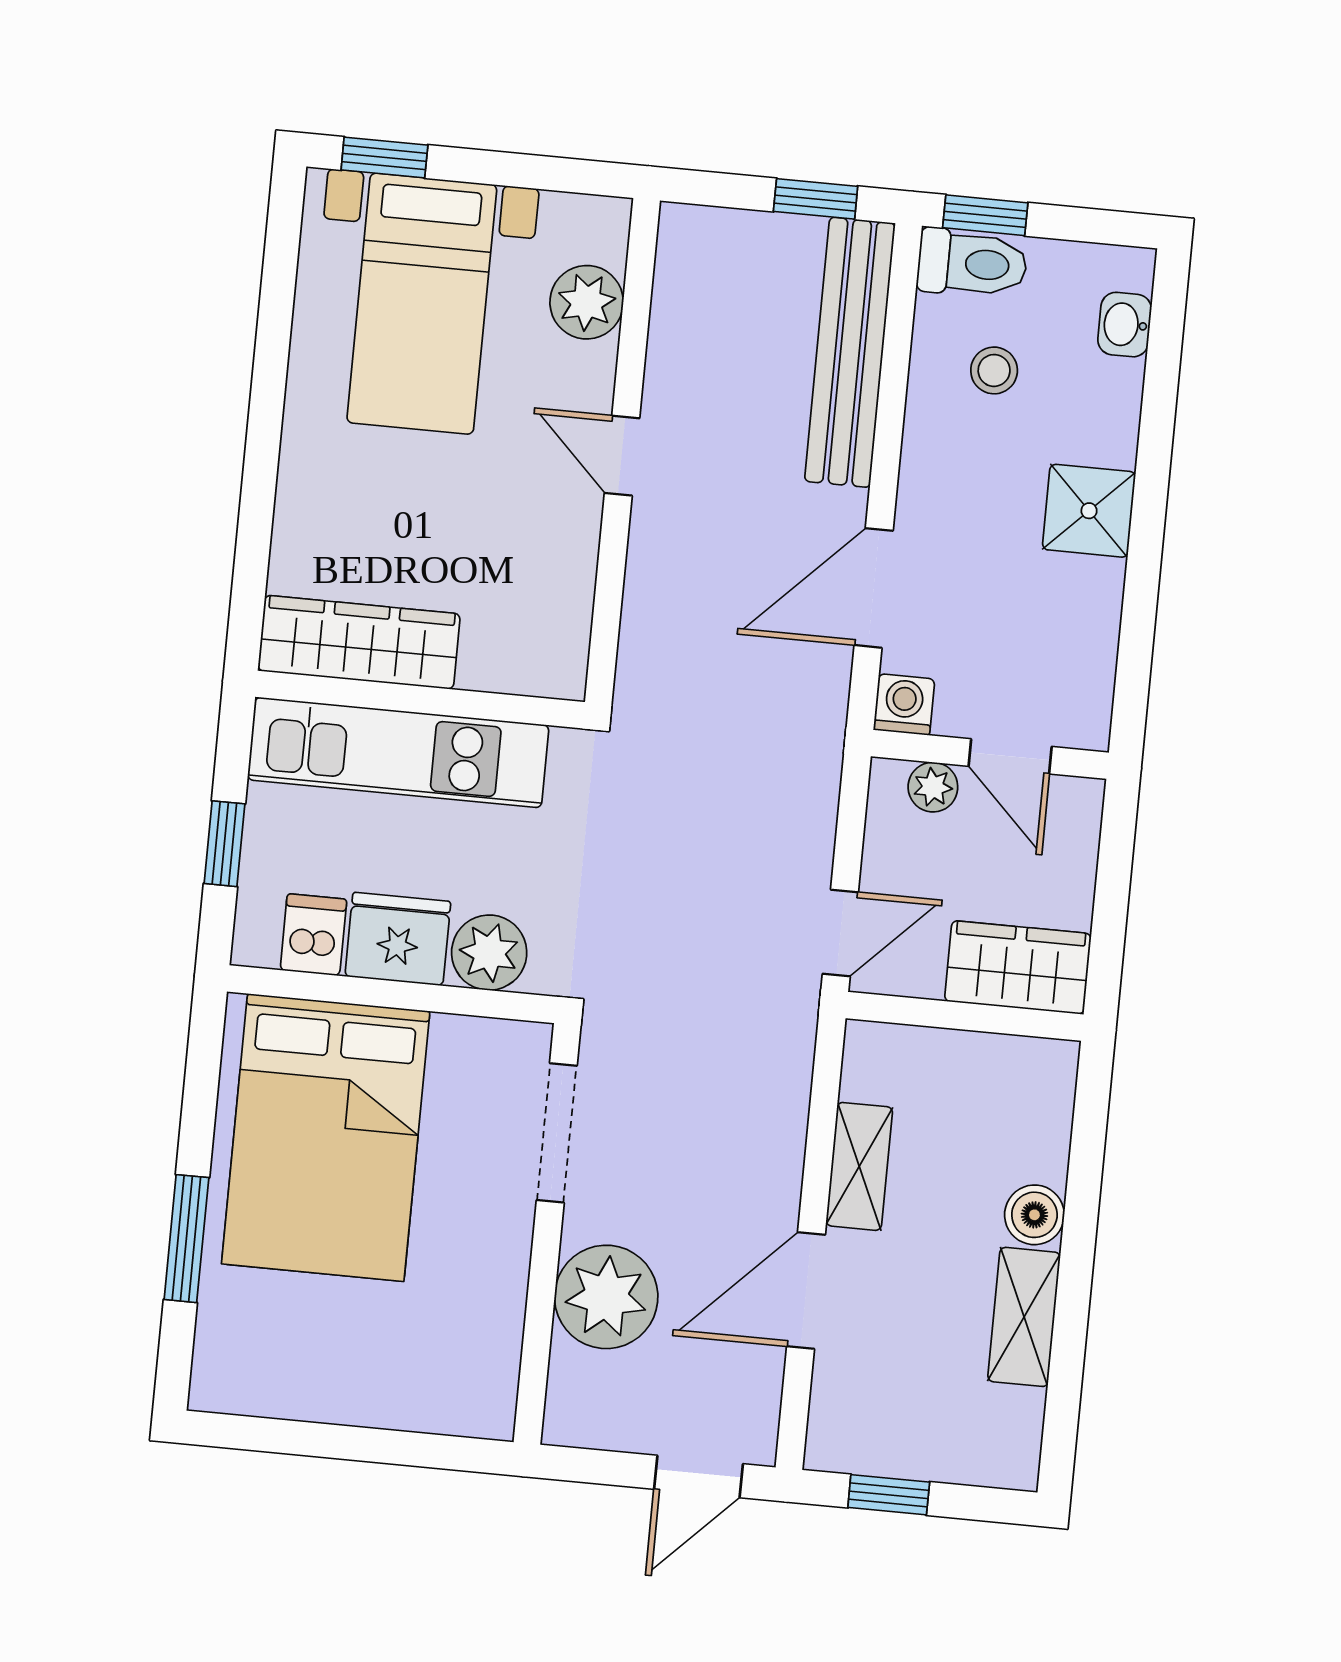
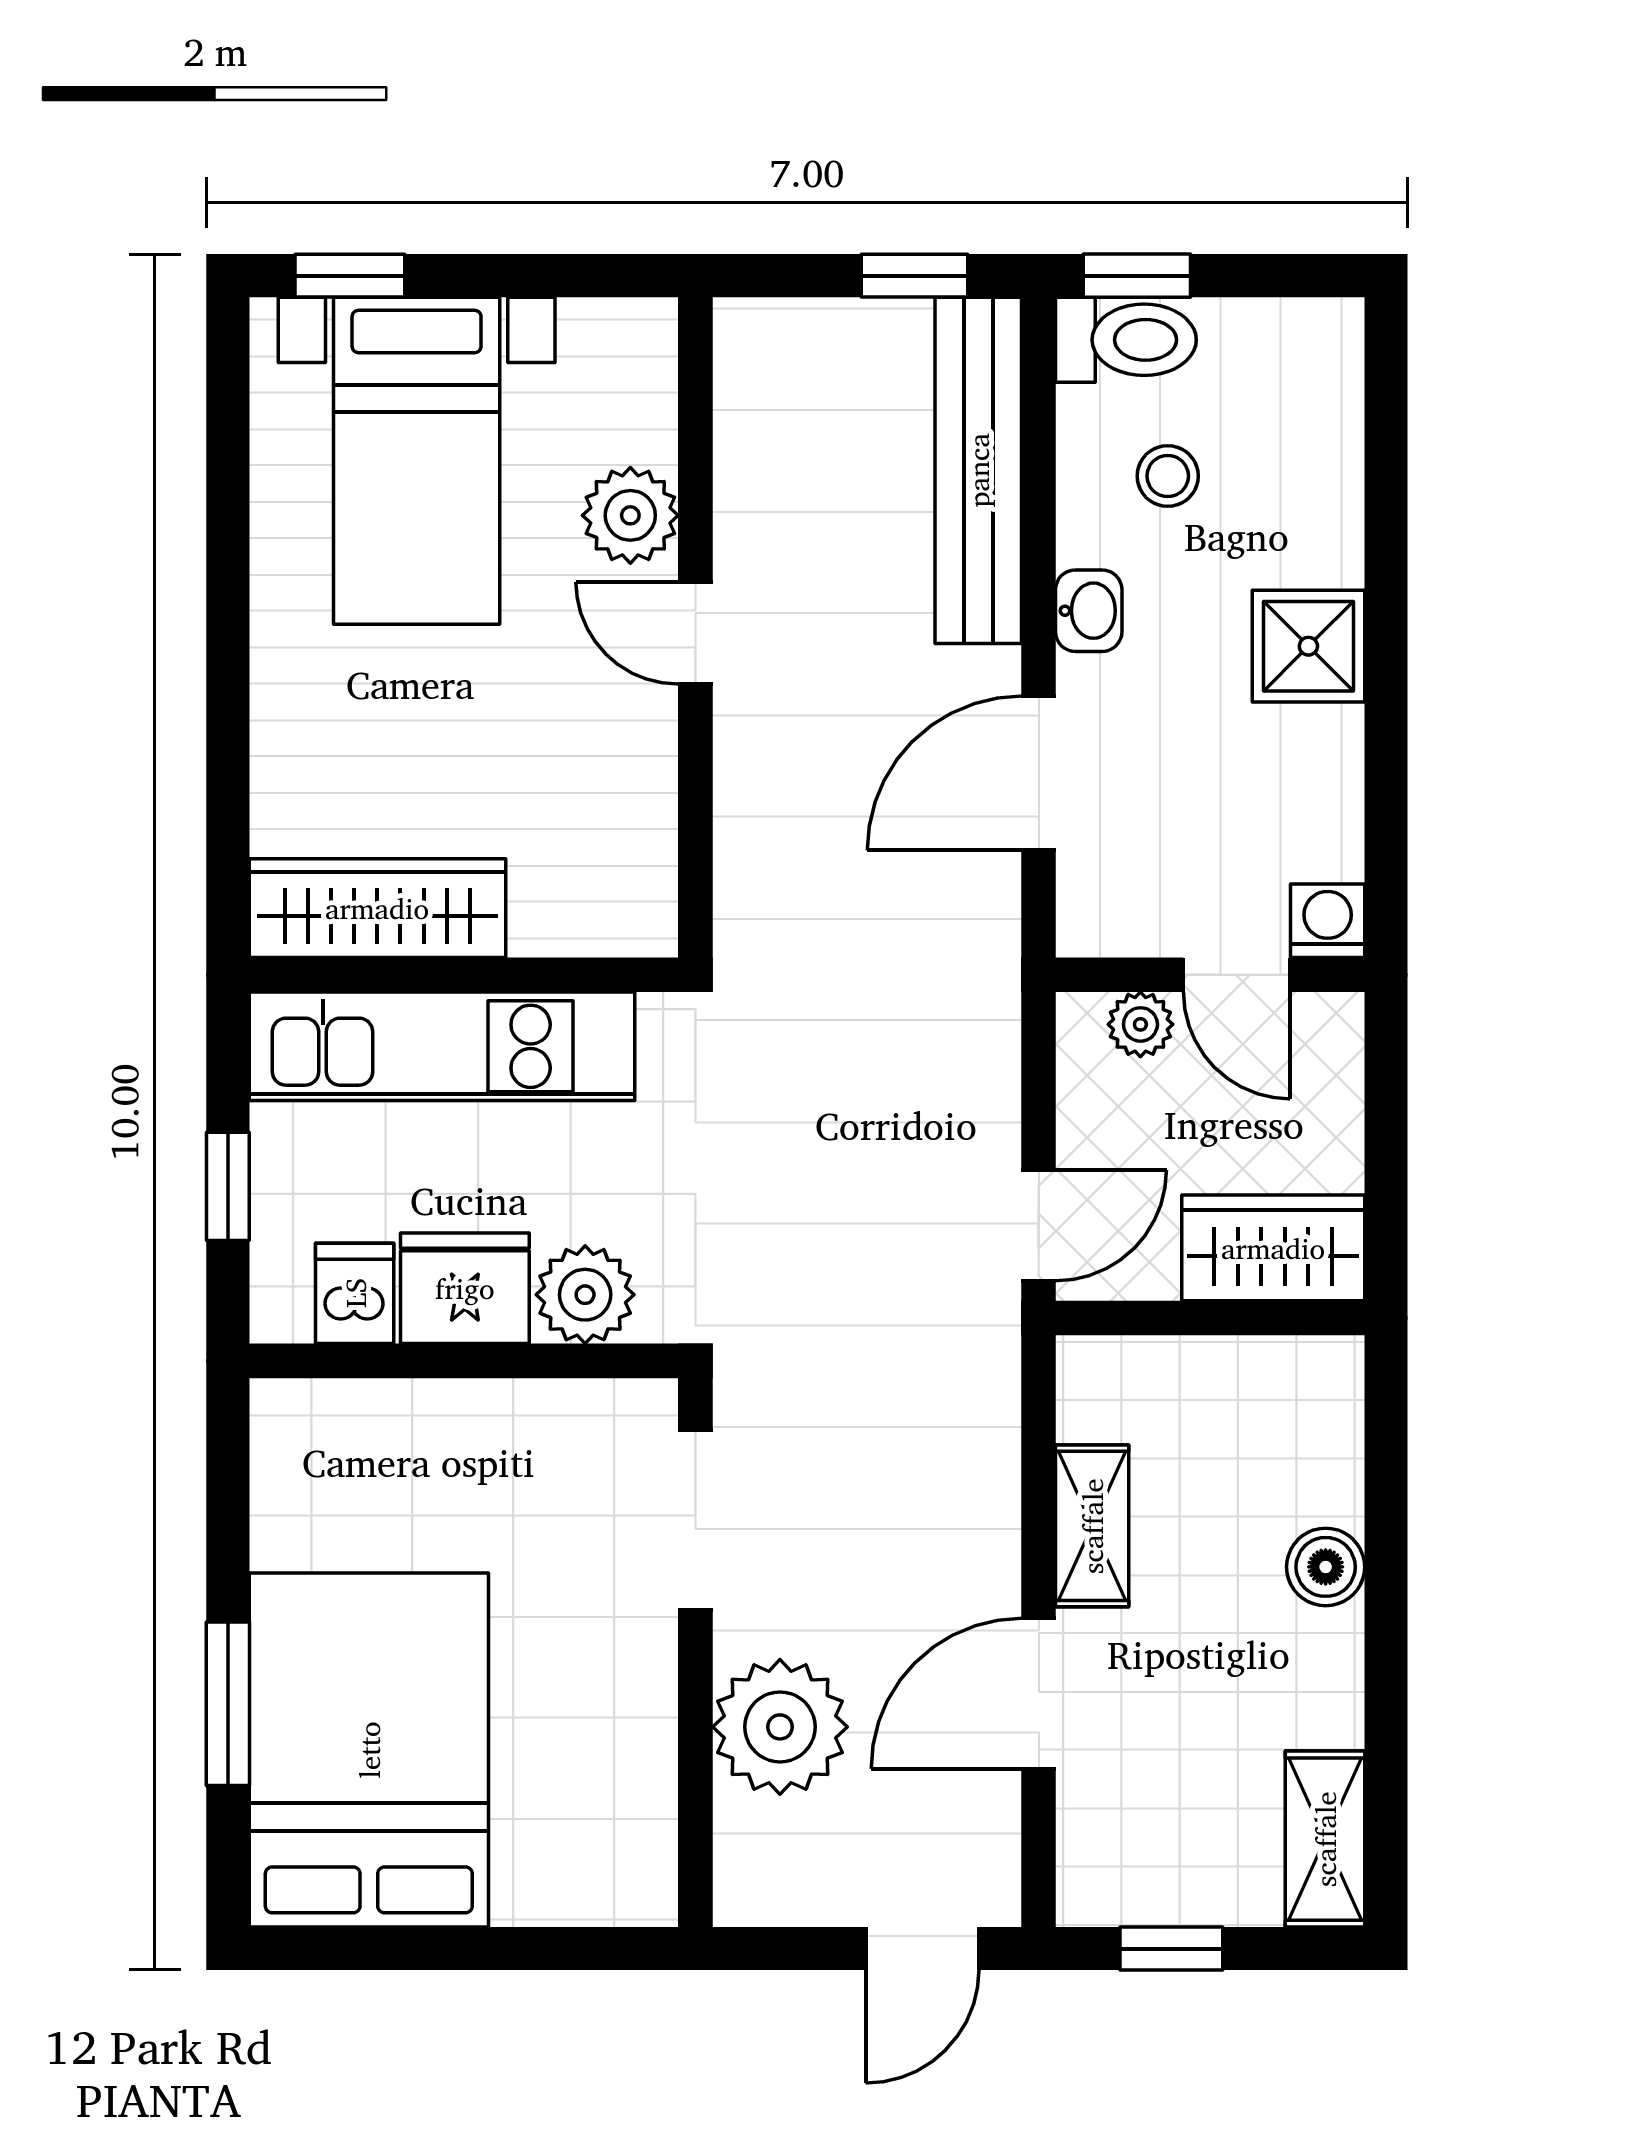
plant: (587, 302) -> (630, 515), moved
washbasin: (1125, 325) -> (1089, 611), moved, turned 180
washing machine: (904, 704) -> (1328, 921), moved
bed: (326, 1138) -> (369, 1750), moved, turned 180
shelving: (1024, 1317) -> (1325, 1839), moved

